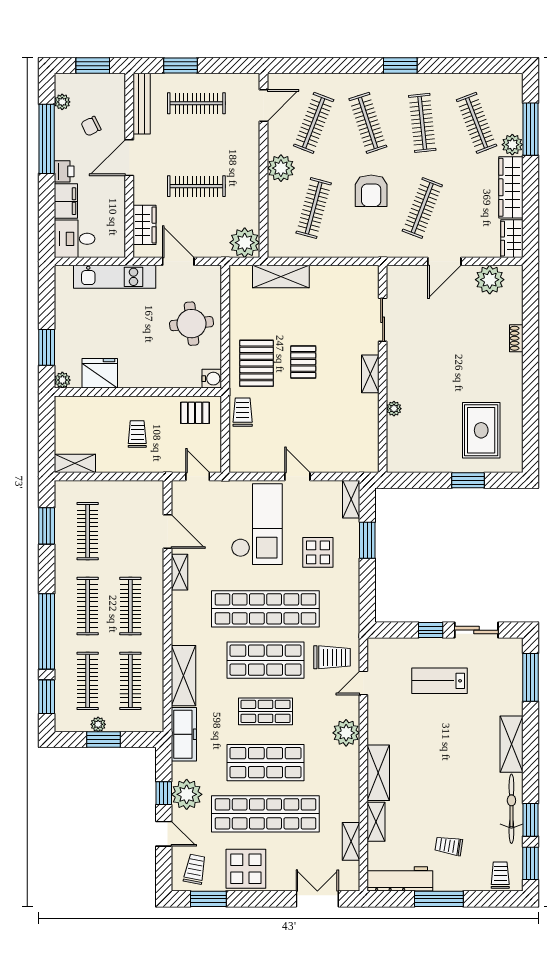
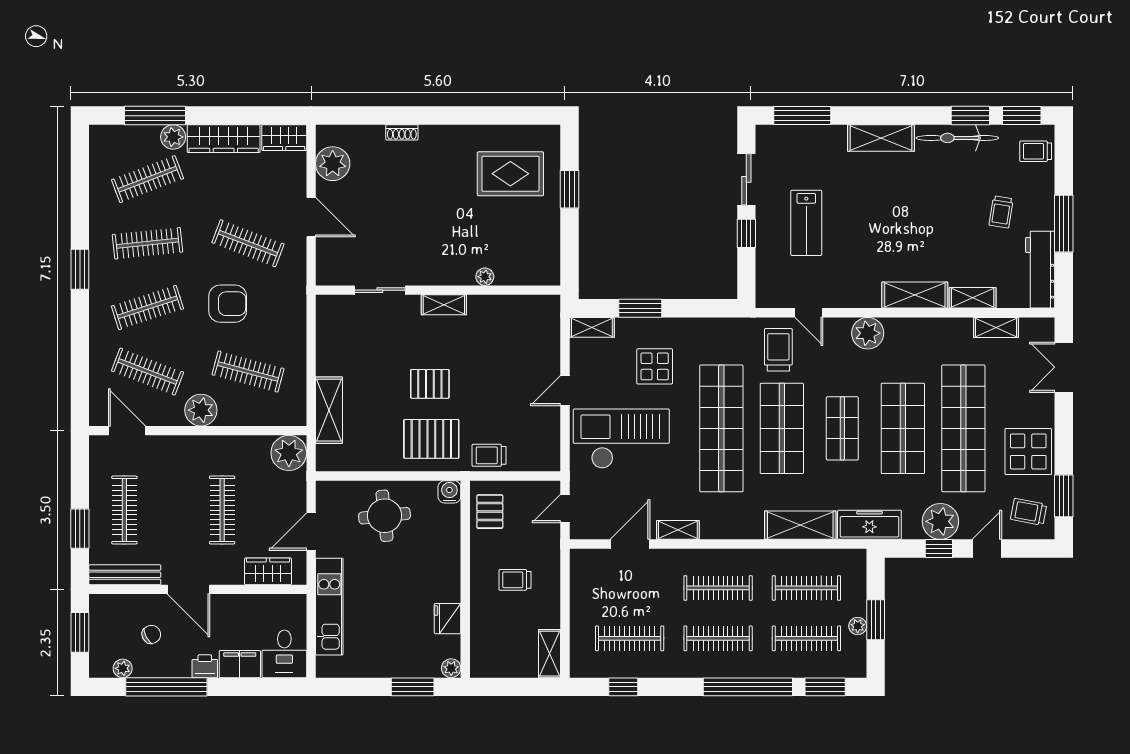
chair: (91, 126) -> (151, 634), turned -92
fridge: (100, 373) -> (448, 619), width x0.73, depth x0.75
window: (47, 526) -> (623, 687), width x0.67

